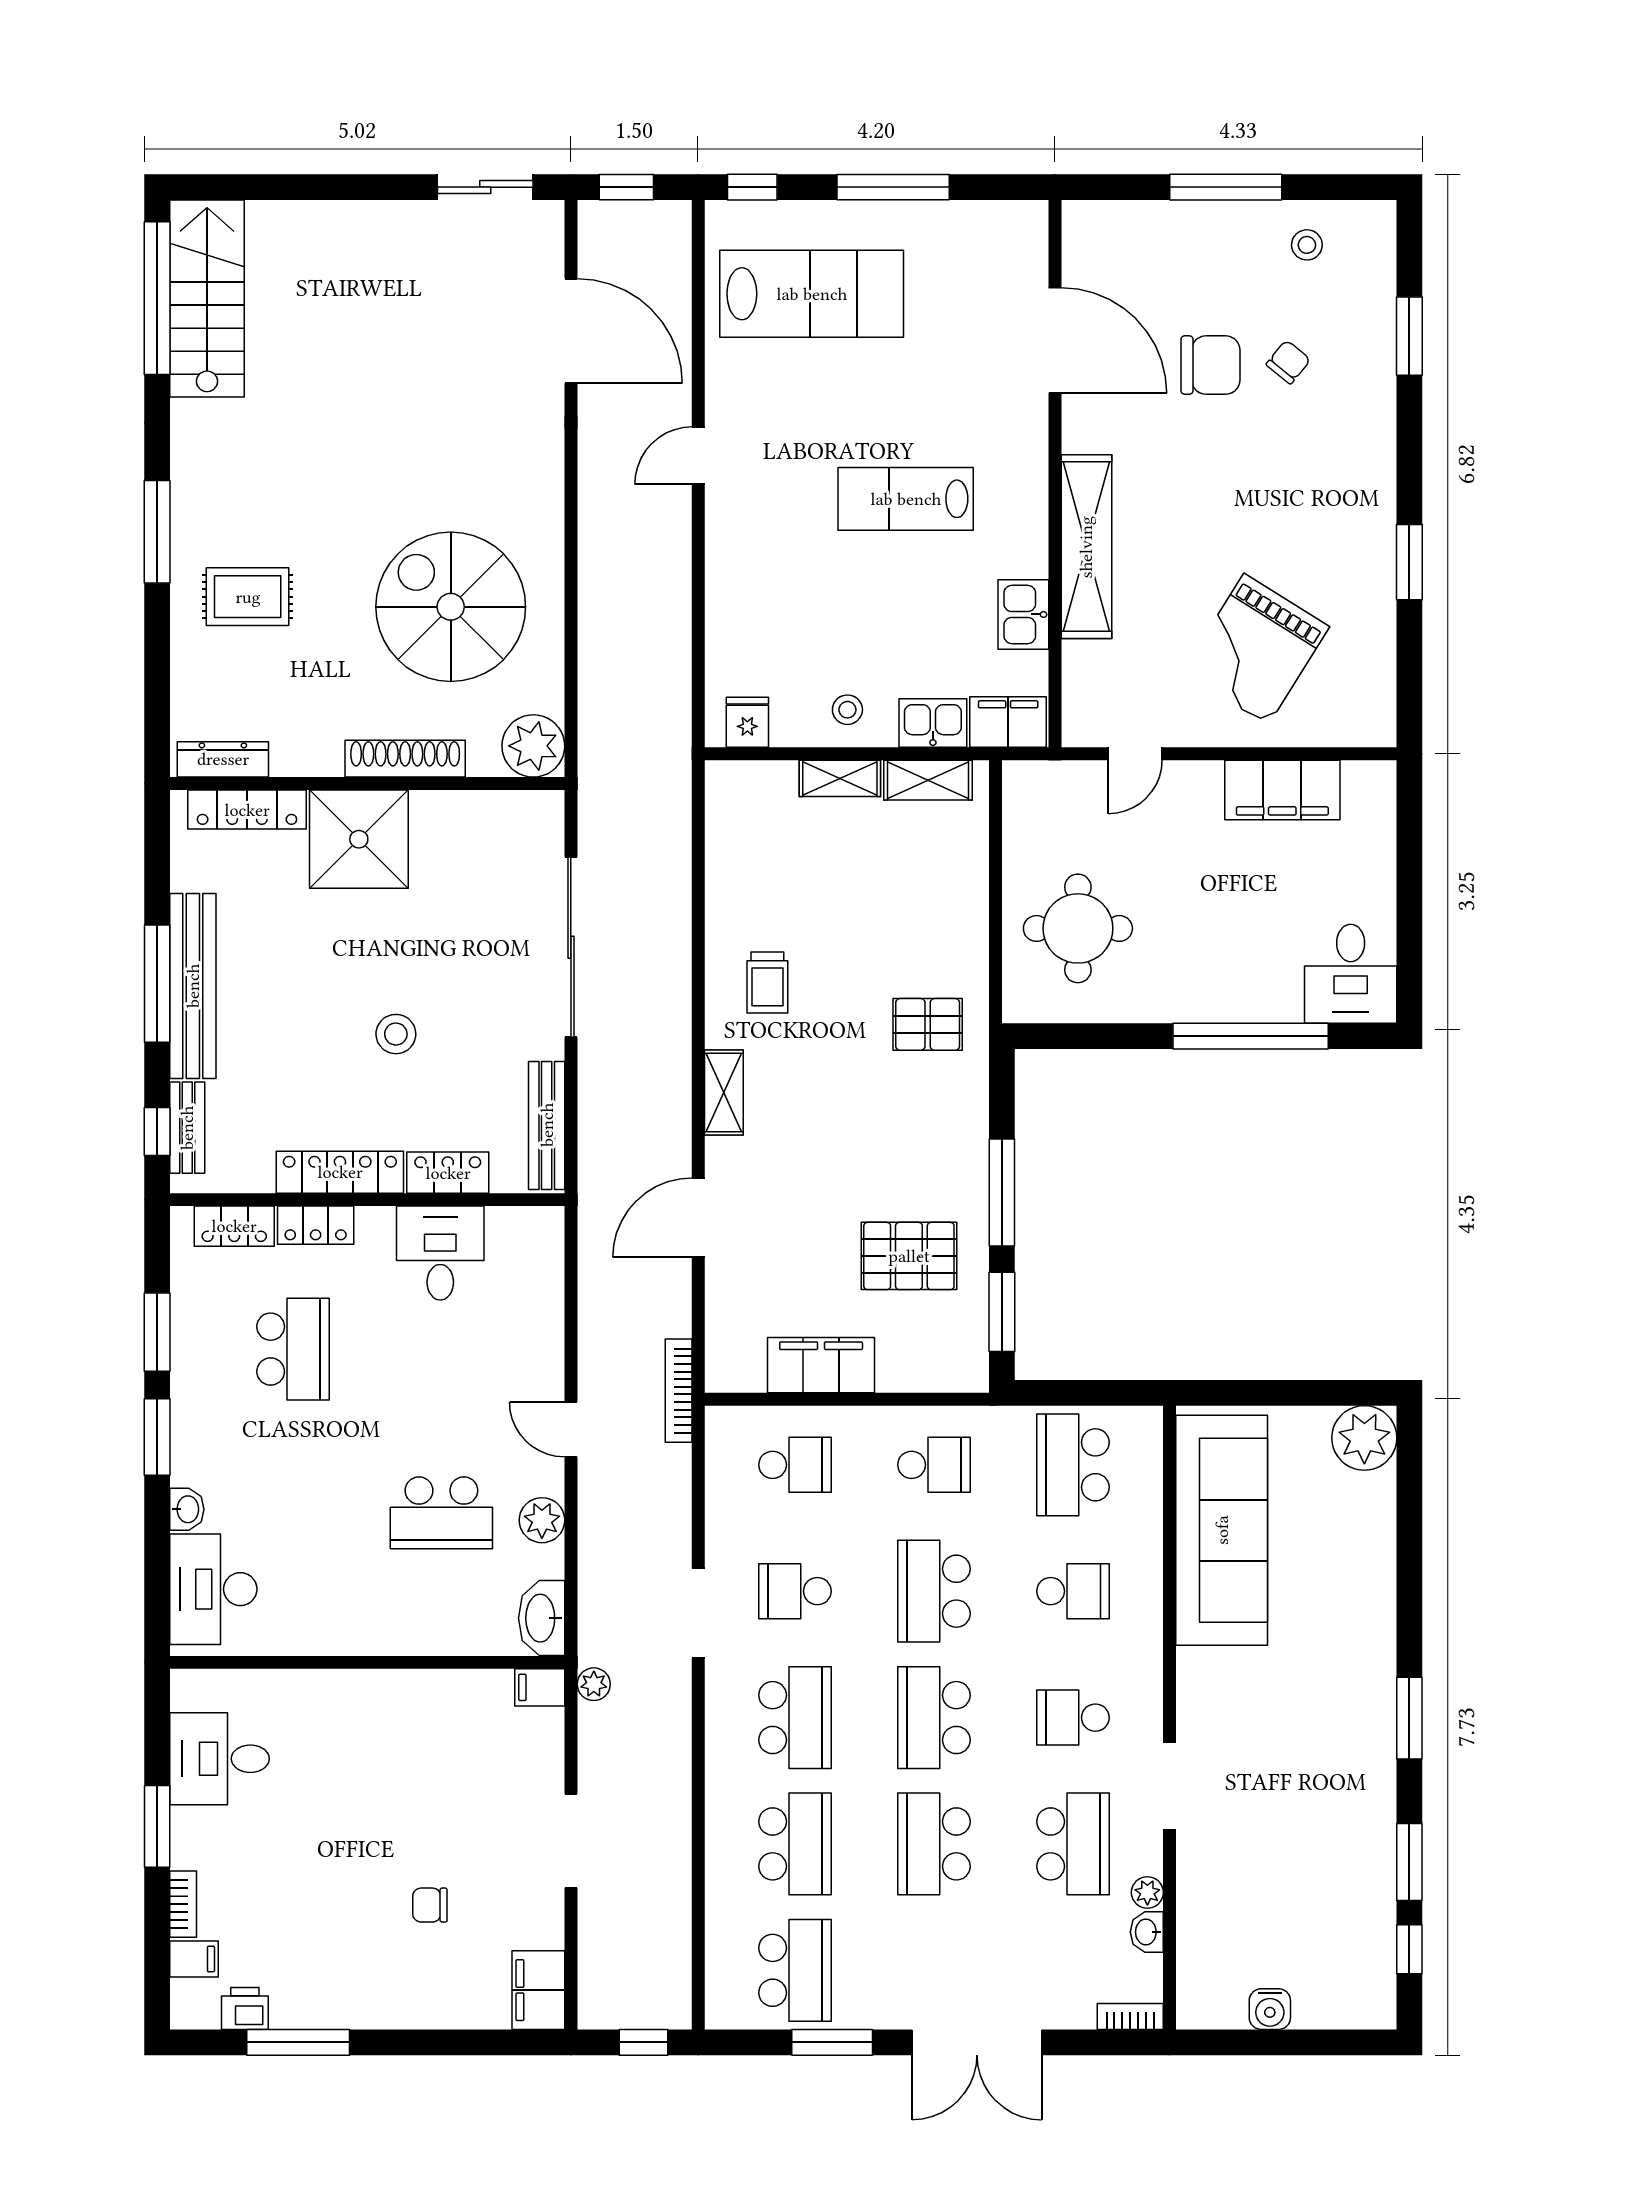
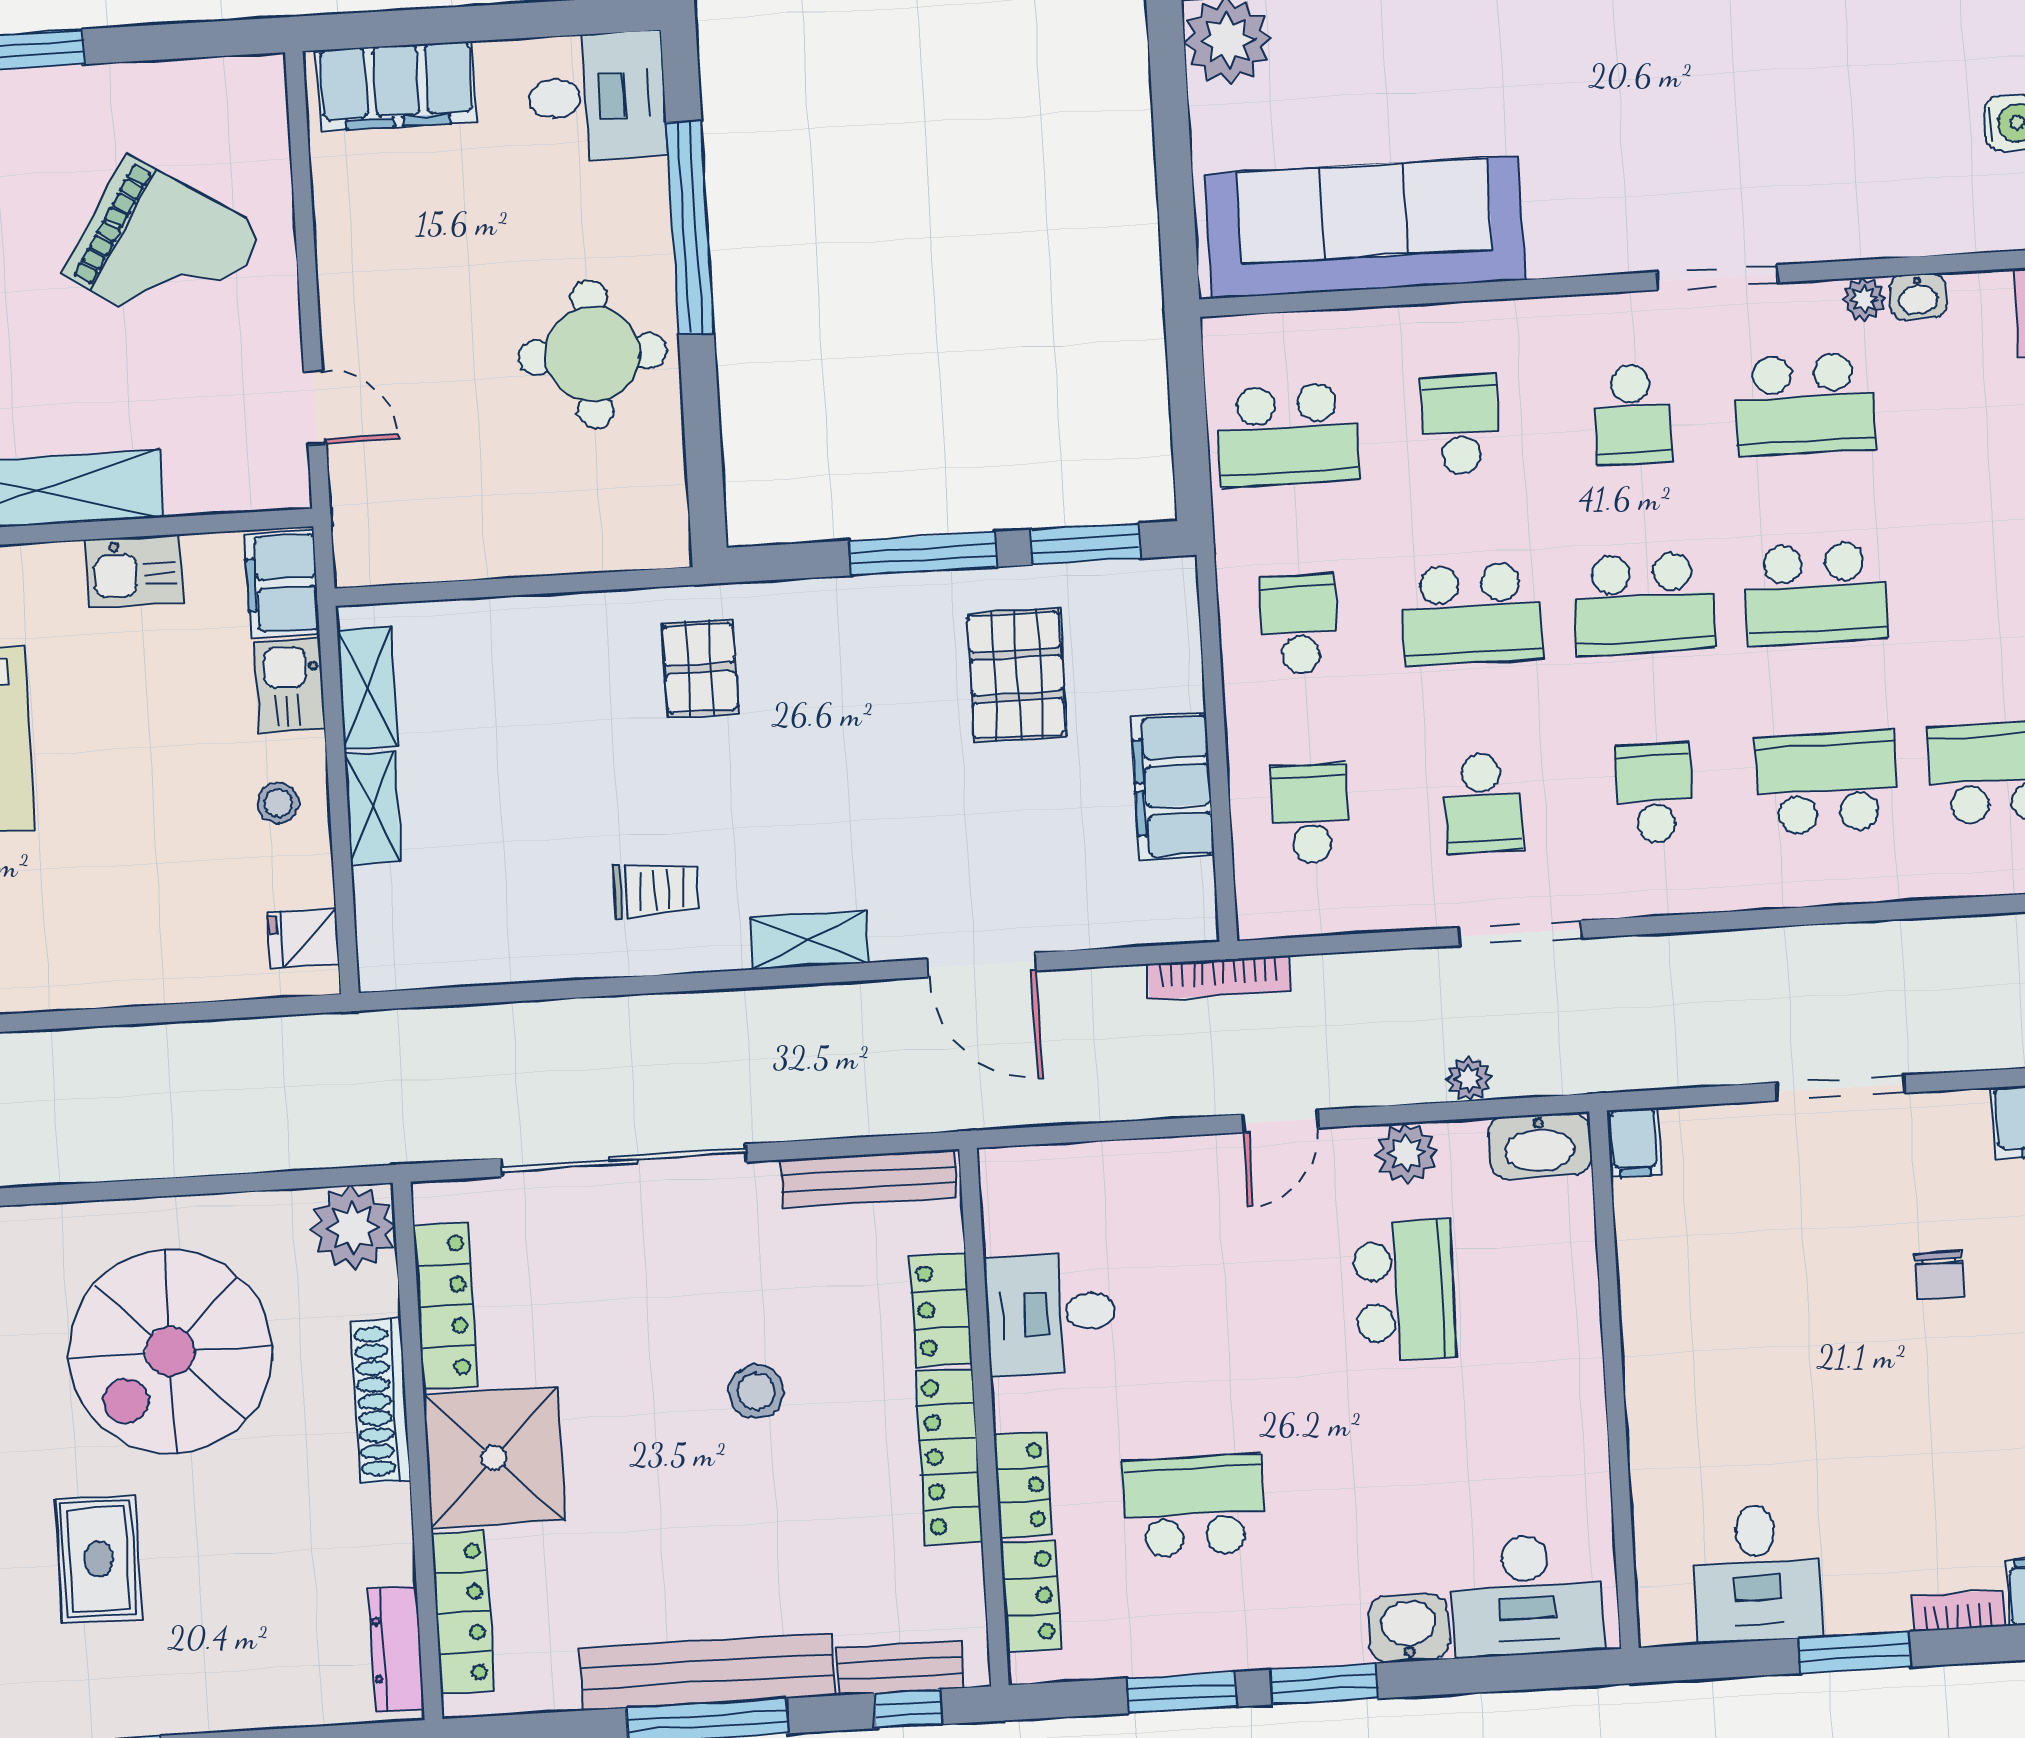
rug: (248, 597) -> (99, 1559), moved
filing cabinet: (1282, 790) -> (397, 86), moved, turned 90
locker: (472, 810) -> (445, 1306), added
round table: (1078, 928) -> (592, 354), moved
washbasin: (187, 1509) -> (1409, 1628), width x1.38, depth x1.45
plant: (594, 1684) -> (1469, 1079), moved
school desk: (795, 1718) -> (1655, 793), width x0.54
school desk: (1073, 1844) -> (1804, 404), turned 180

